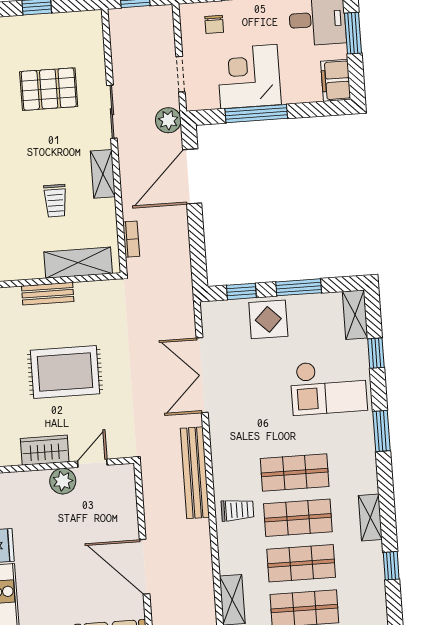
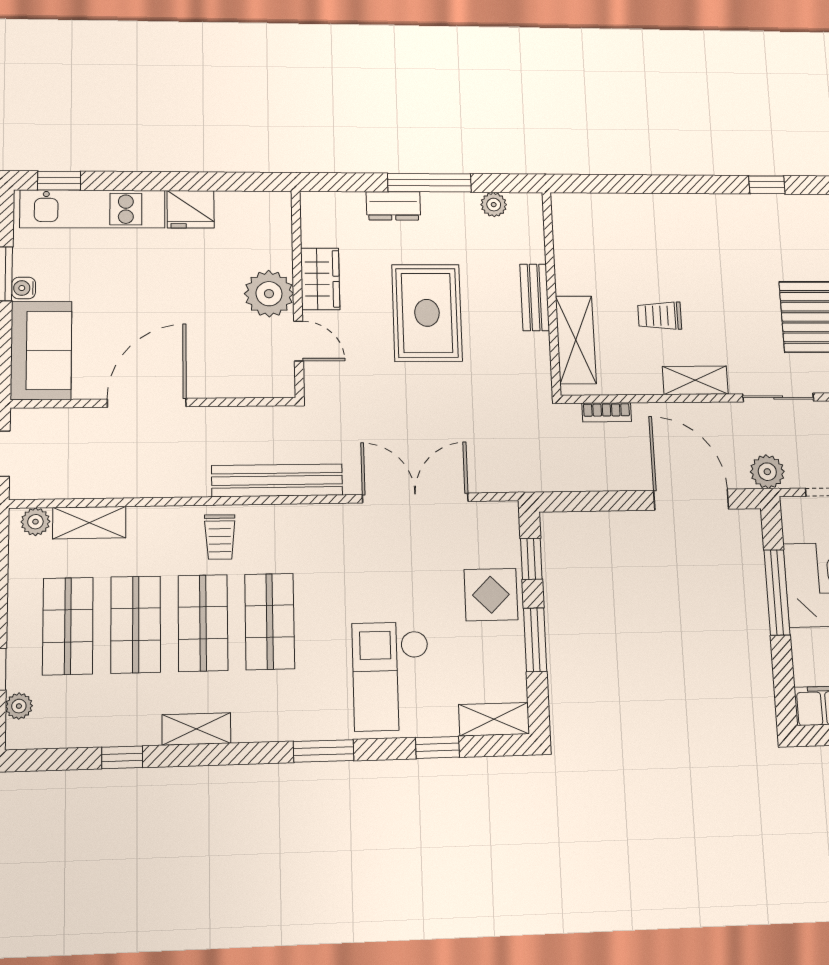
plant: (63, 481) -> (269, 294), width x1.36, depth x1.36

